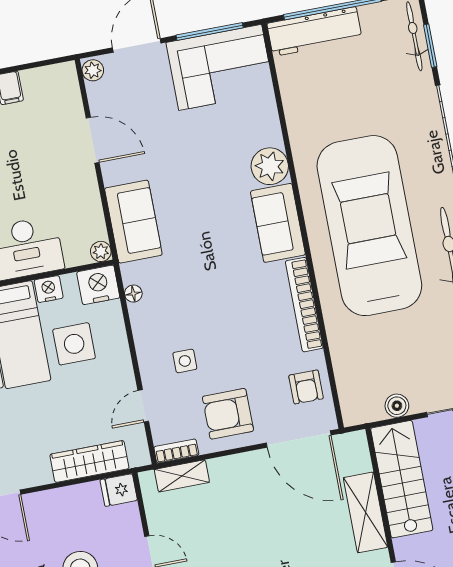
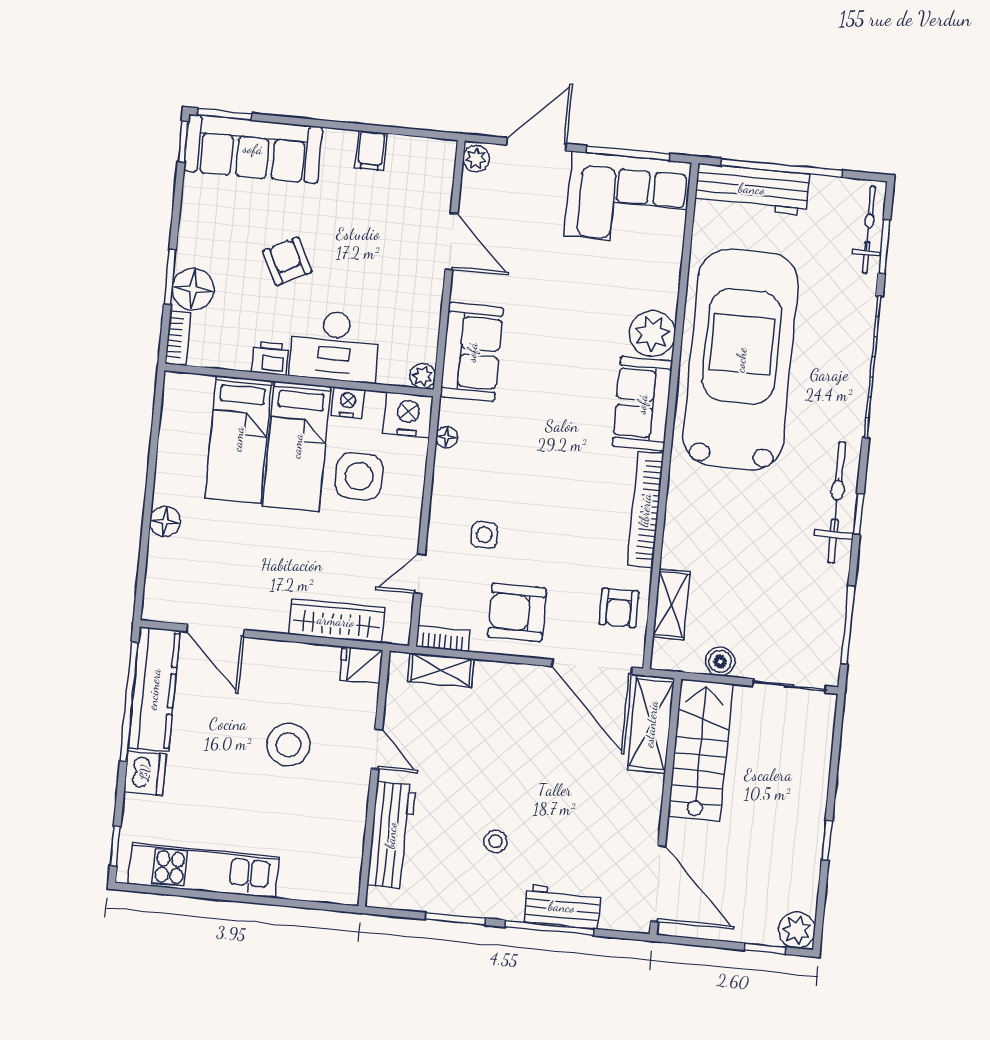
car: (369, 226) -> (741, 360), moved
shelving: (346, 372) -> (671, 604), added
shelving: (366, 512) -> (651, 724), moved

